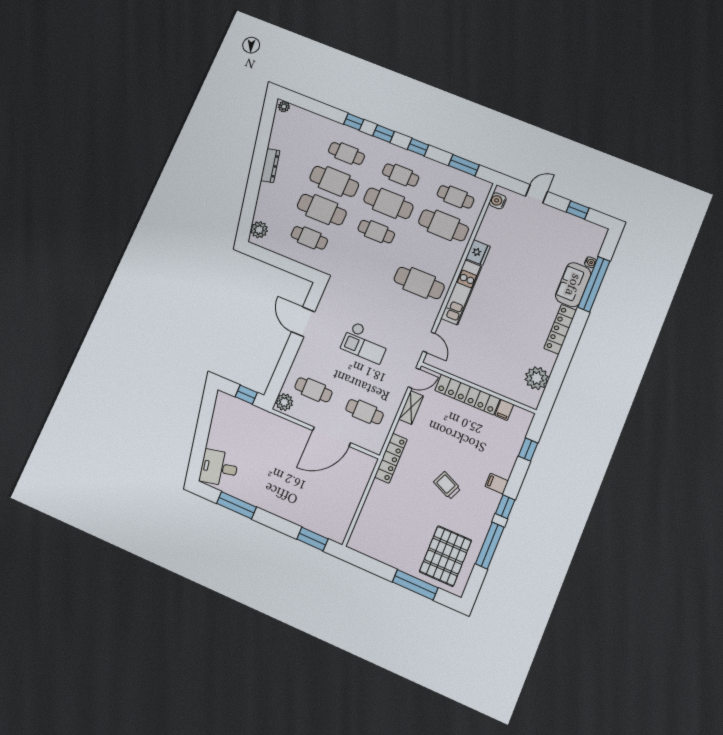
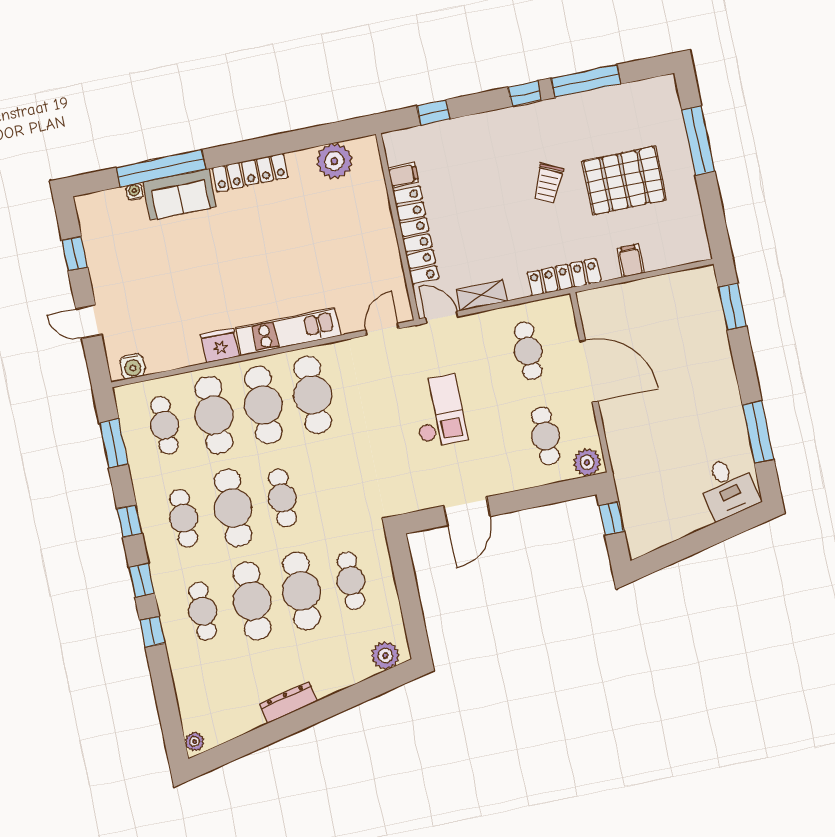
cafe table: (431, 254) -> (263, 405), added
filing cabinet: (497, 484) -> (631, 261), moved, turned 180
pallet: (445, 556) -> (624, 181), moved

